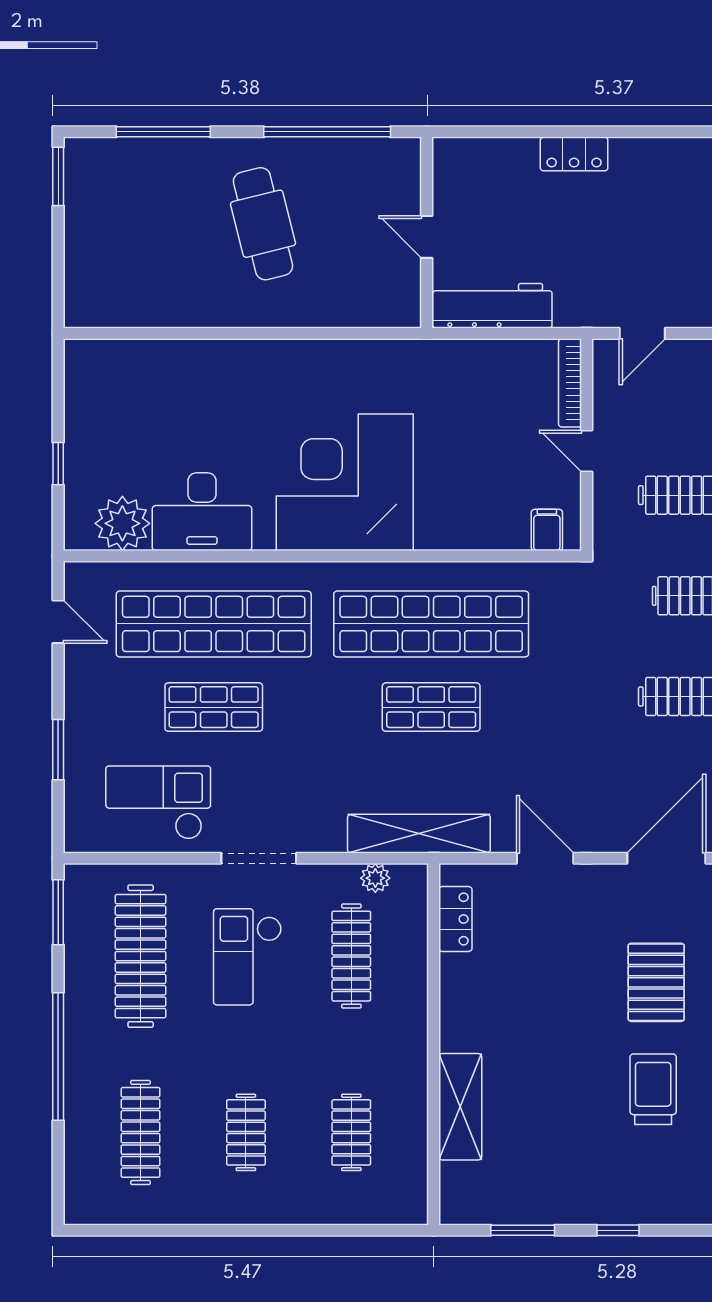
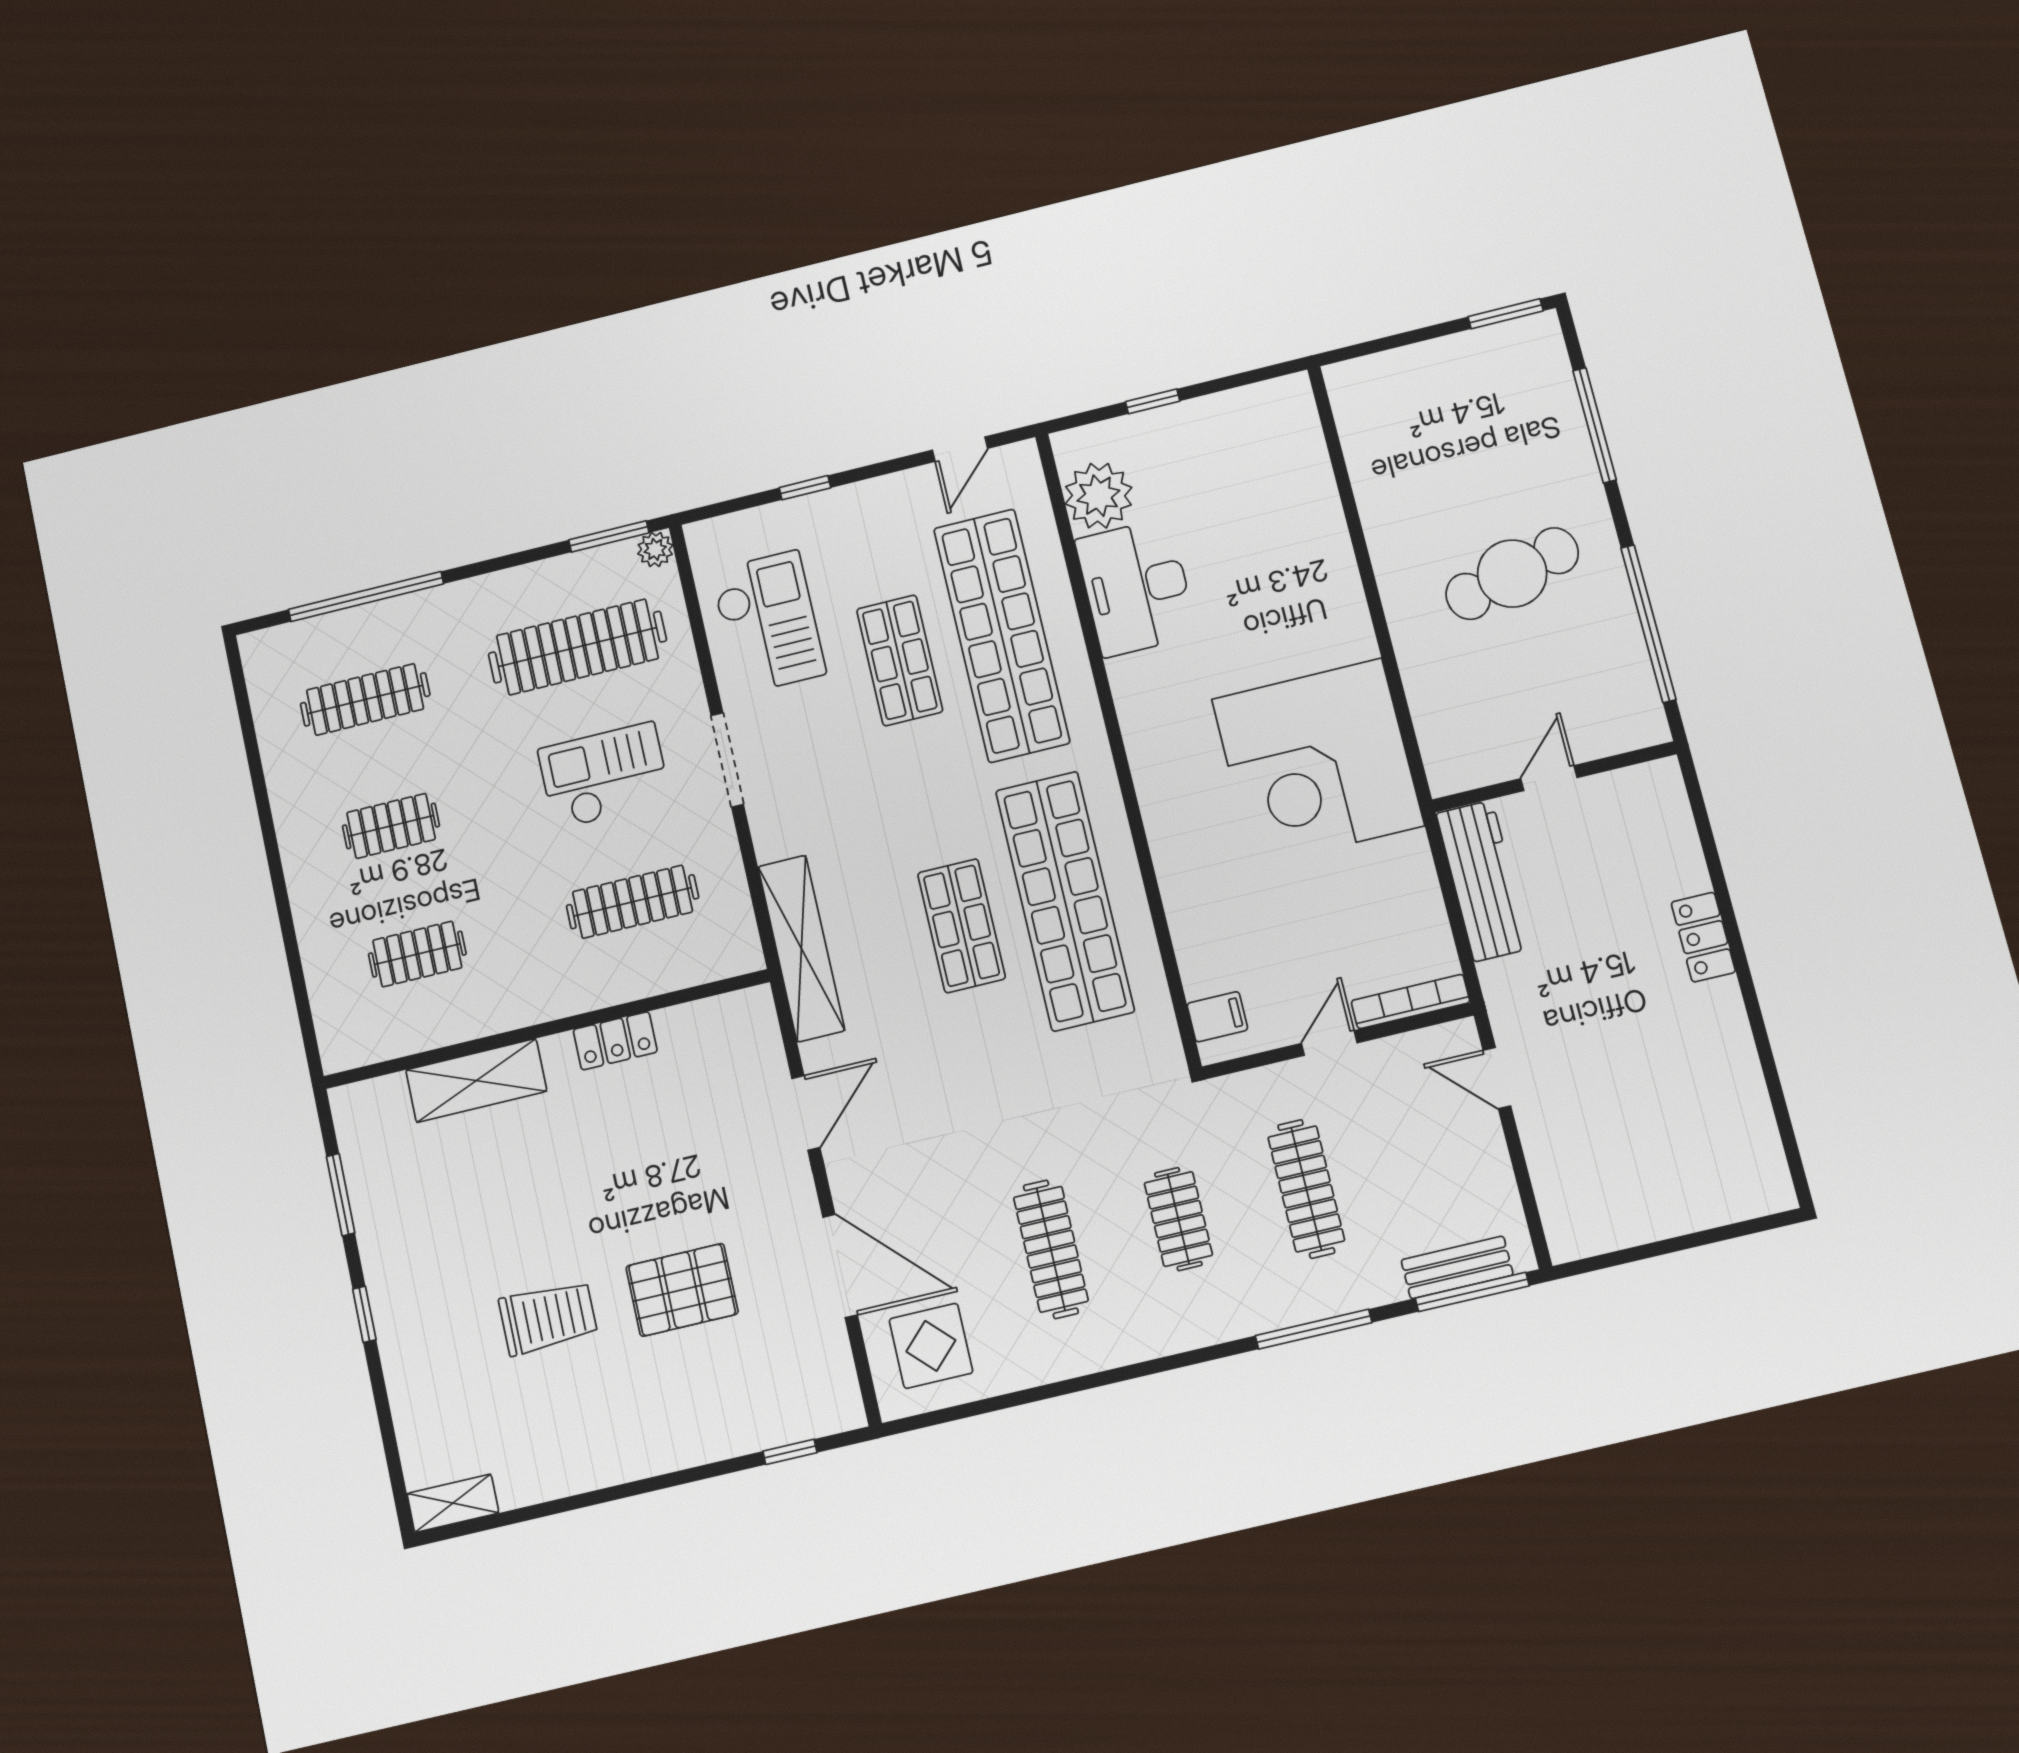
corner desk: (345, 482) -> (1318, 762), moved, turned 180
window: (58, 750) -> (805, 488), width x0.67
plant: (375, 878) -> (655, 549), moved
locker: (455, 919) -> (615, 1041), moved
window: (58, 1056) -> (366, 597), moved

